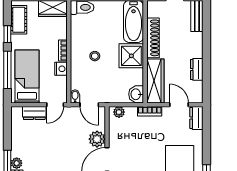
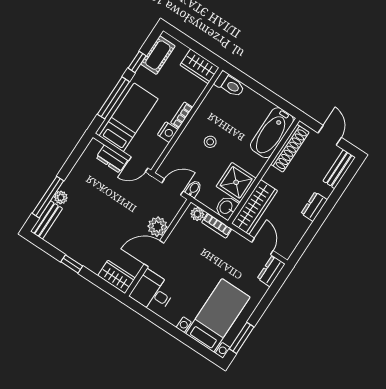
shoe rack: (153, 38) -> (290, 148), moved
shower: (131, 56) -> (236, 182), moved
dresser: (197, 69) -> (314, 207), moved
bidet: (75, 96) -> (194, 189), moved
door: (89, 105) -> (173, 187), swing flipped
bookcase: (150, 111) -> (217, 226), moved

